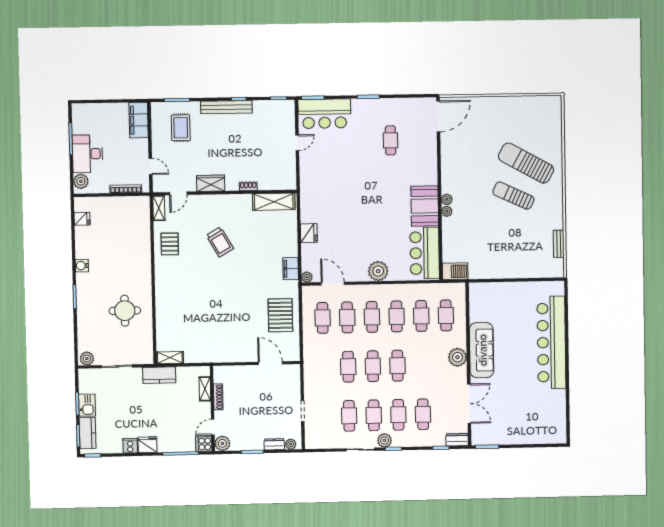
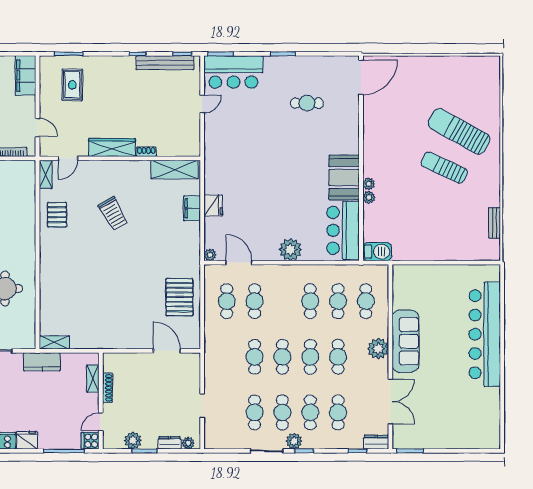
bench: (226, 107) -> (165, 63), moved
cafe table: (390, 140) -> (307, 103), turned 90
wardrobe: (211, 183) -> (112, 148), width x1.50
plant: (447, 199) -> (369, 197), moved
filing cabinet: (291, 269) -> (192, 208), moved
cafe table: (372, 317) -> (338, 357), moved
plant: (222, 443) -> (133, 441), moved

